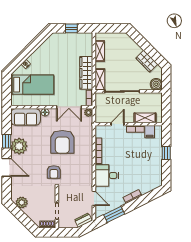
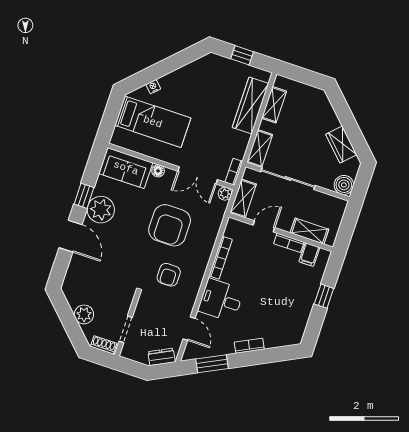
wardrobe: (86, 73) -> (251, 106), moved
shelving: (100, 112) -> (243, 198), added
armchair: (54, 172) -> (169, 275), moved
plant: (22, 202) -> (84, 314), moved

